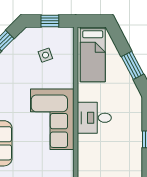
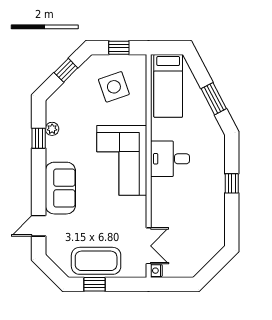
side table: (45, 55) -> (114, 87), width x1.87, depth x1.87

